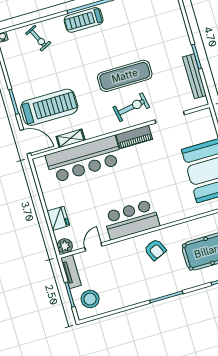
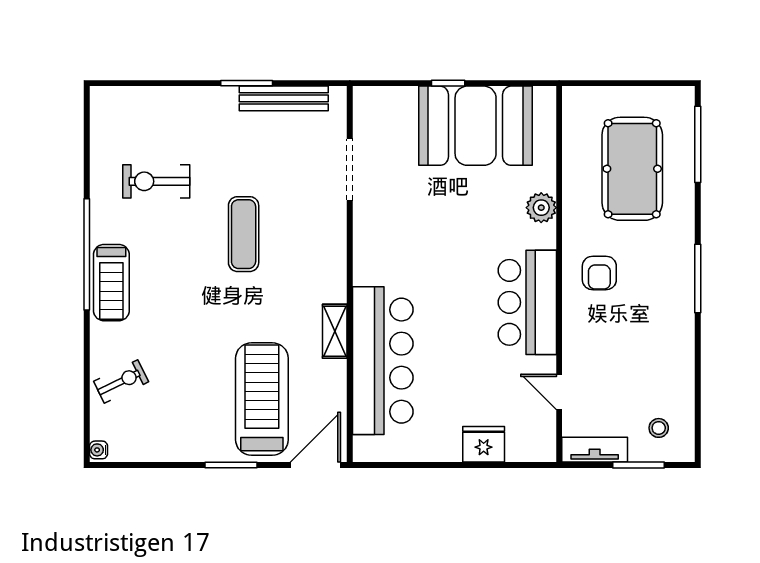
exercise mat: (125, 76) -> (244, 234), width x0.73, depth x0.69
exercise bike: (131, 107) -> (156, 181), moved, turned -80
piano: (134, 137) -> (368, 250), removed
shelving: (71, 138) -> (335, 331), moved
plant: (65, 246) -> (541, 208), moved
armchair: (155, 250) -> (599, 273), turned 114
stool: (90, 299) -> (659, 428), width x0.53, depth x0.53

